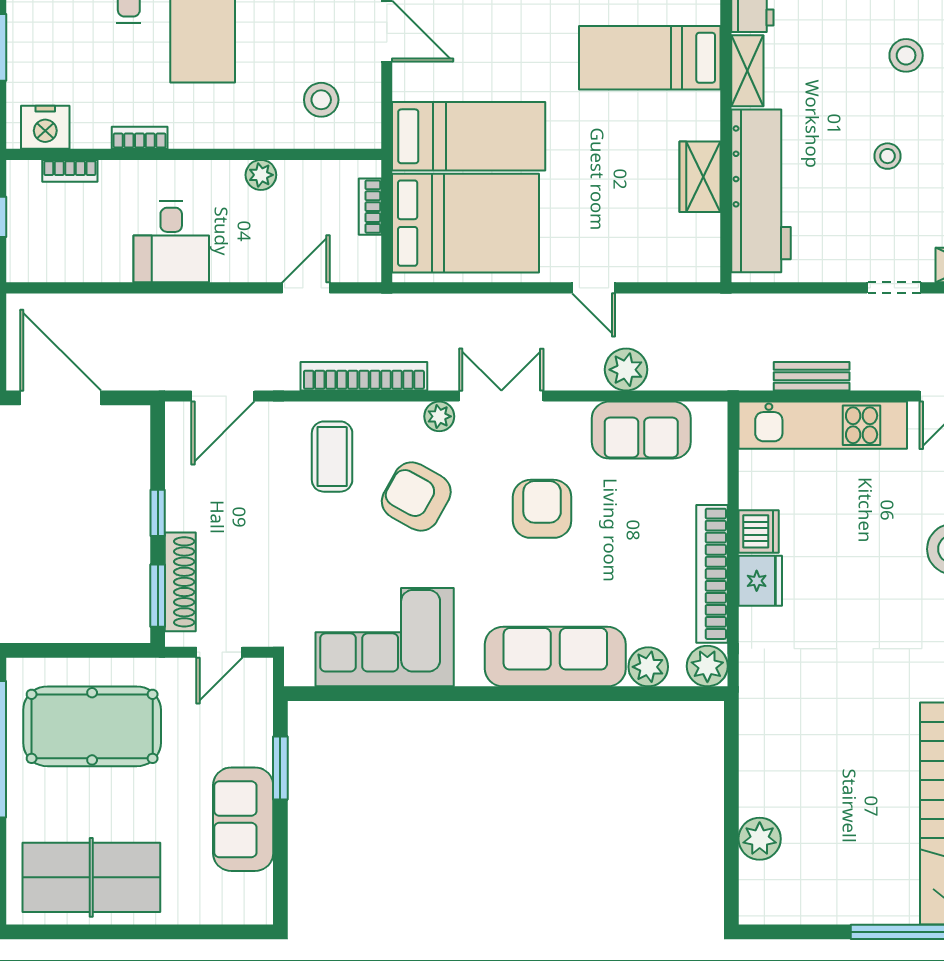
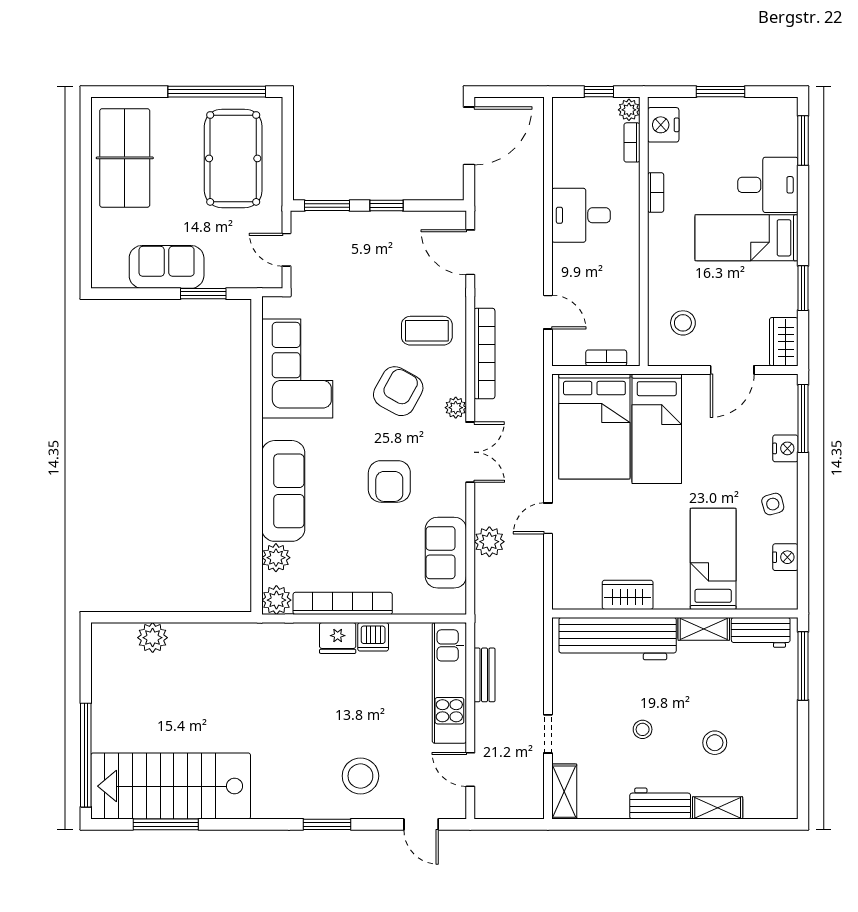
plant: (261, 175) -> (629, 110), moved
armchair: (542, 509) -> (389, 481), turned 90
shoe rack: (180, 582) -> (337, 222), removed

